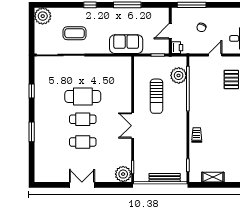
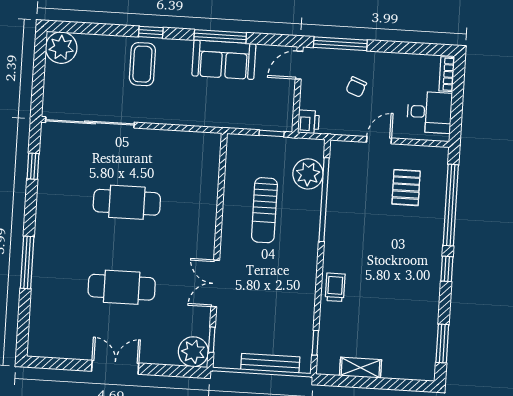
door: (170, 31) -> (299, 65), moved
coffee table: (75, 33) -> (142, 64), moved, turned 90
sofa: (126, 44) -> (224, 60), moved, turned 180
window: (32, 91) -> (33, 166), moved
cafe table: (83, 119) -> (124, 245), removed
double door: (133, 126) -> (215, 283), moved
window: (32, 132) -> (27, 262), width x1.44
cafe table: (83, 142) -> (122, 287), width x1.37, depth x1.35

